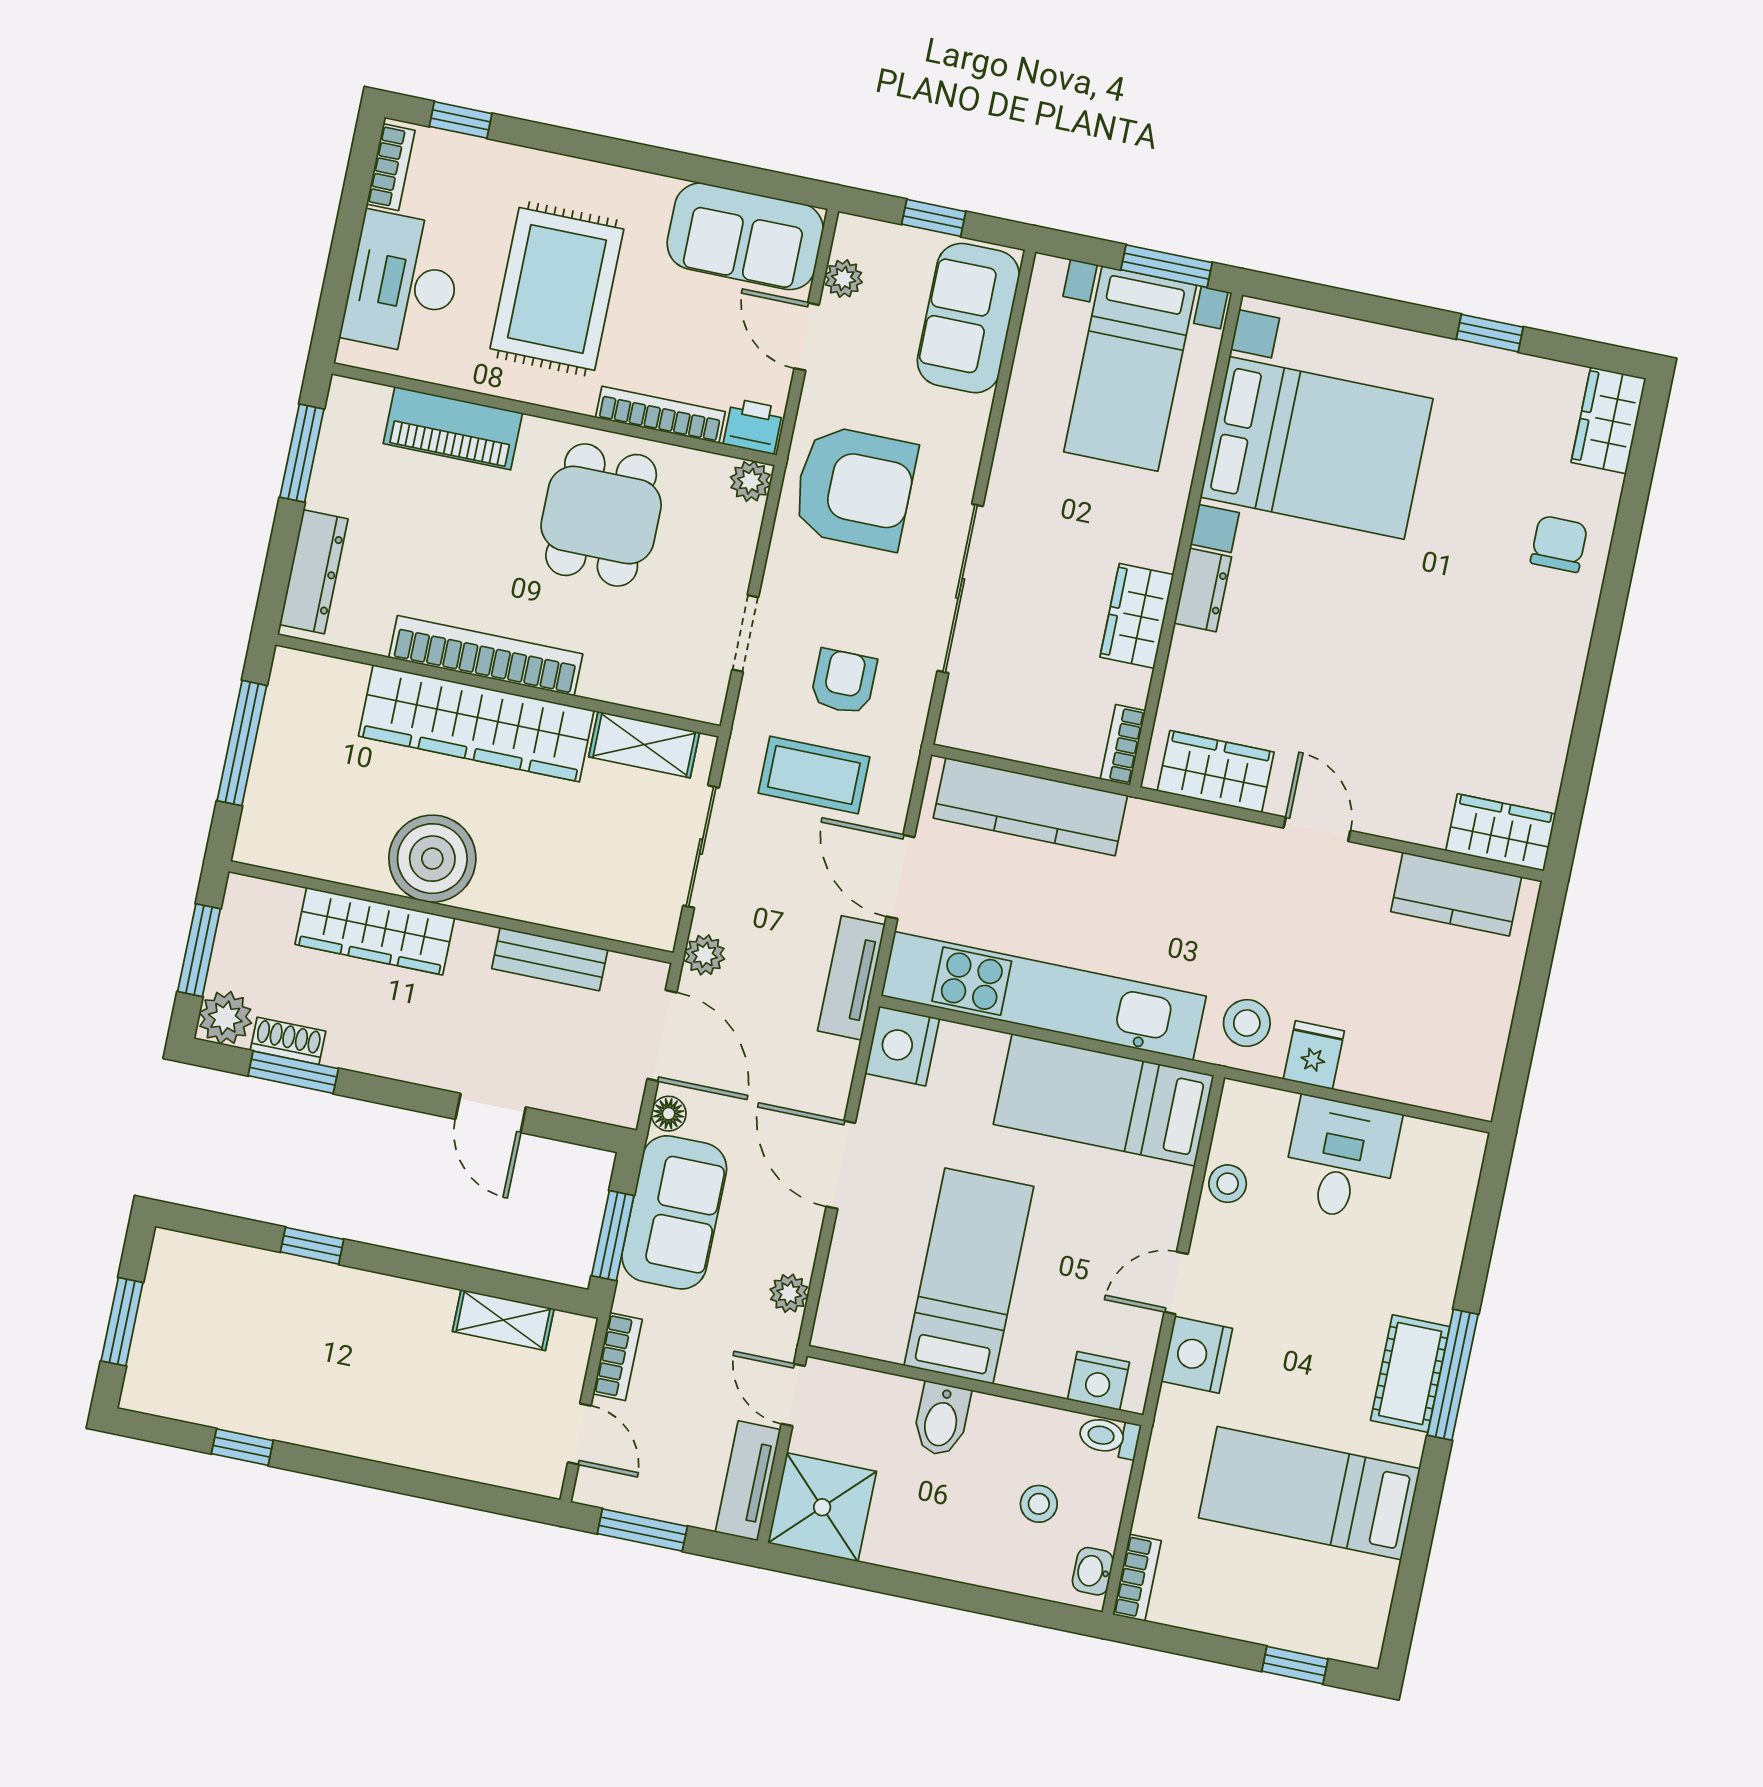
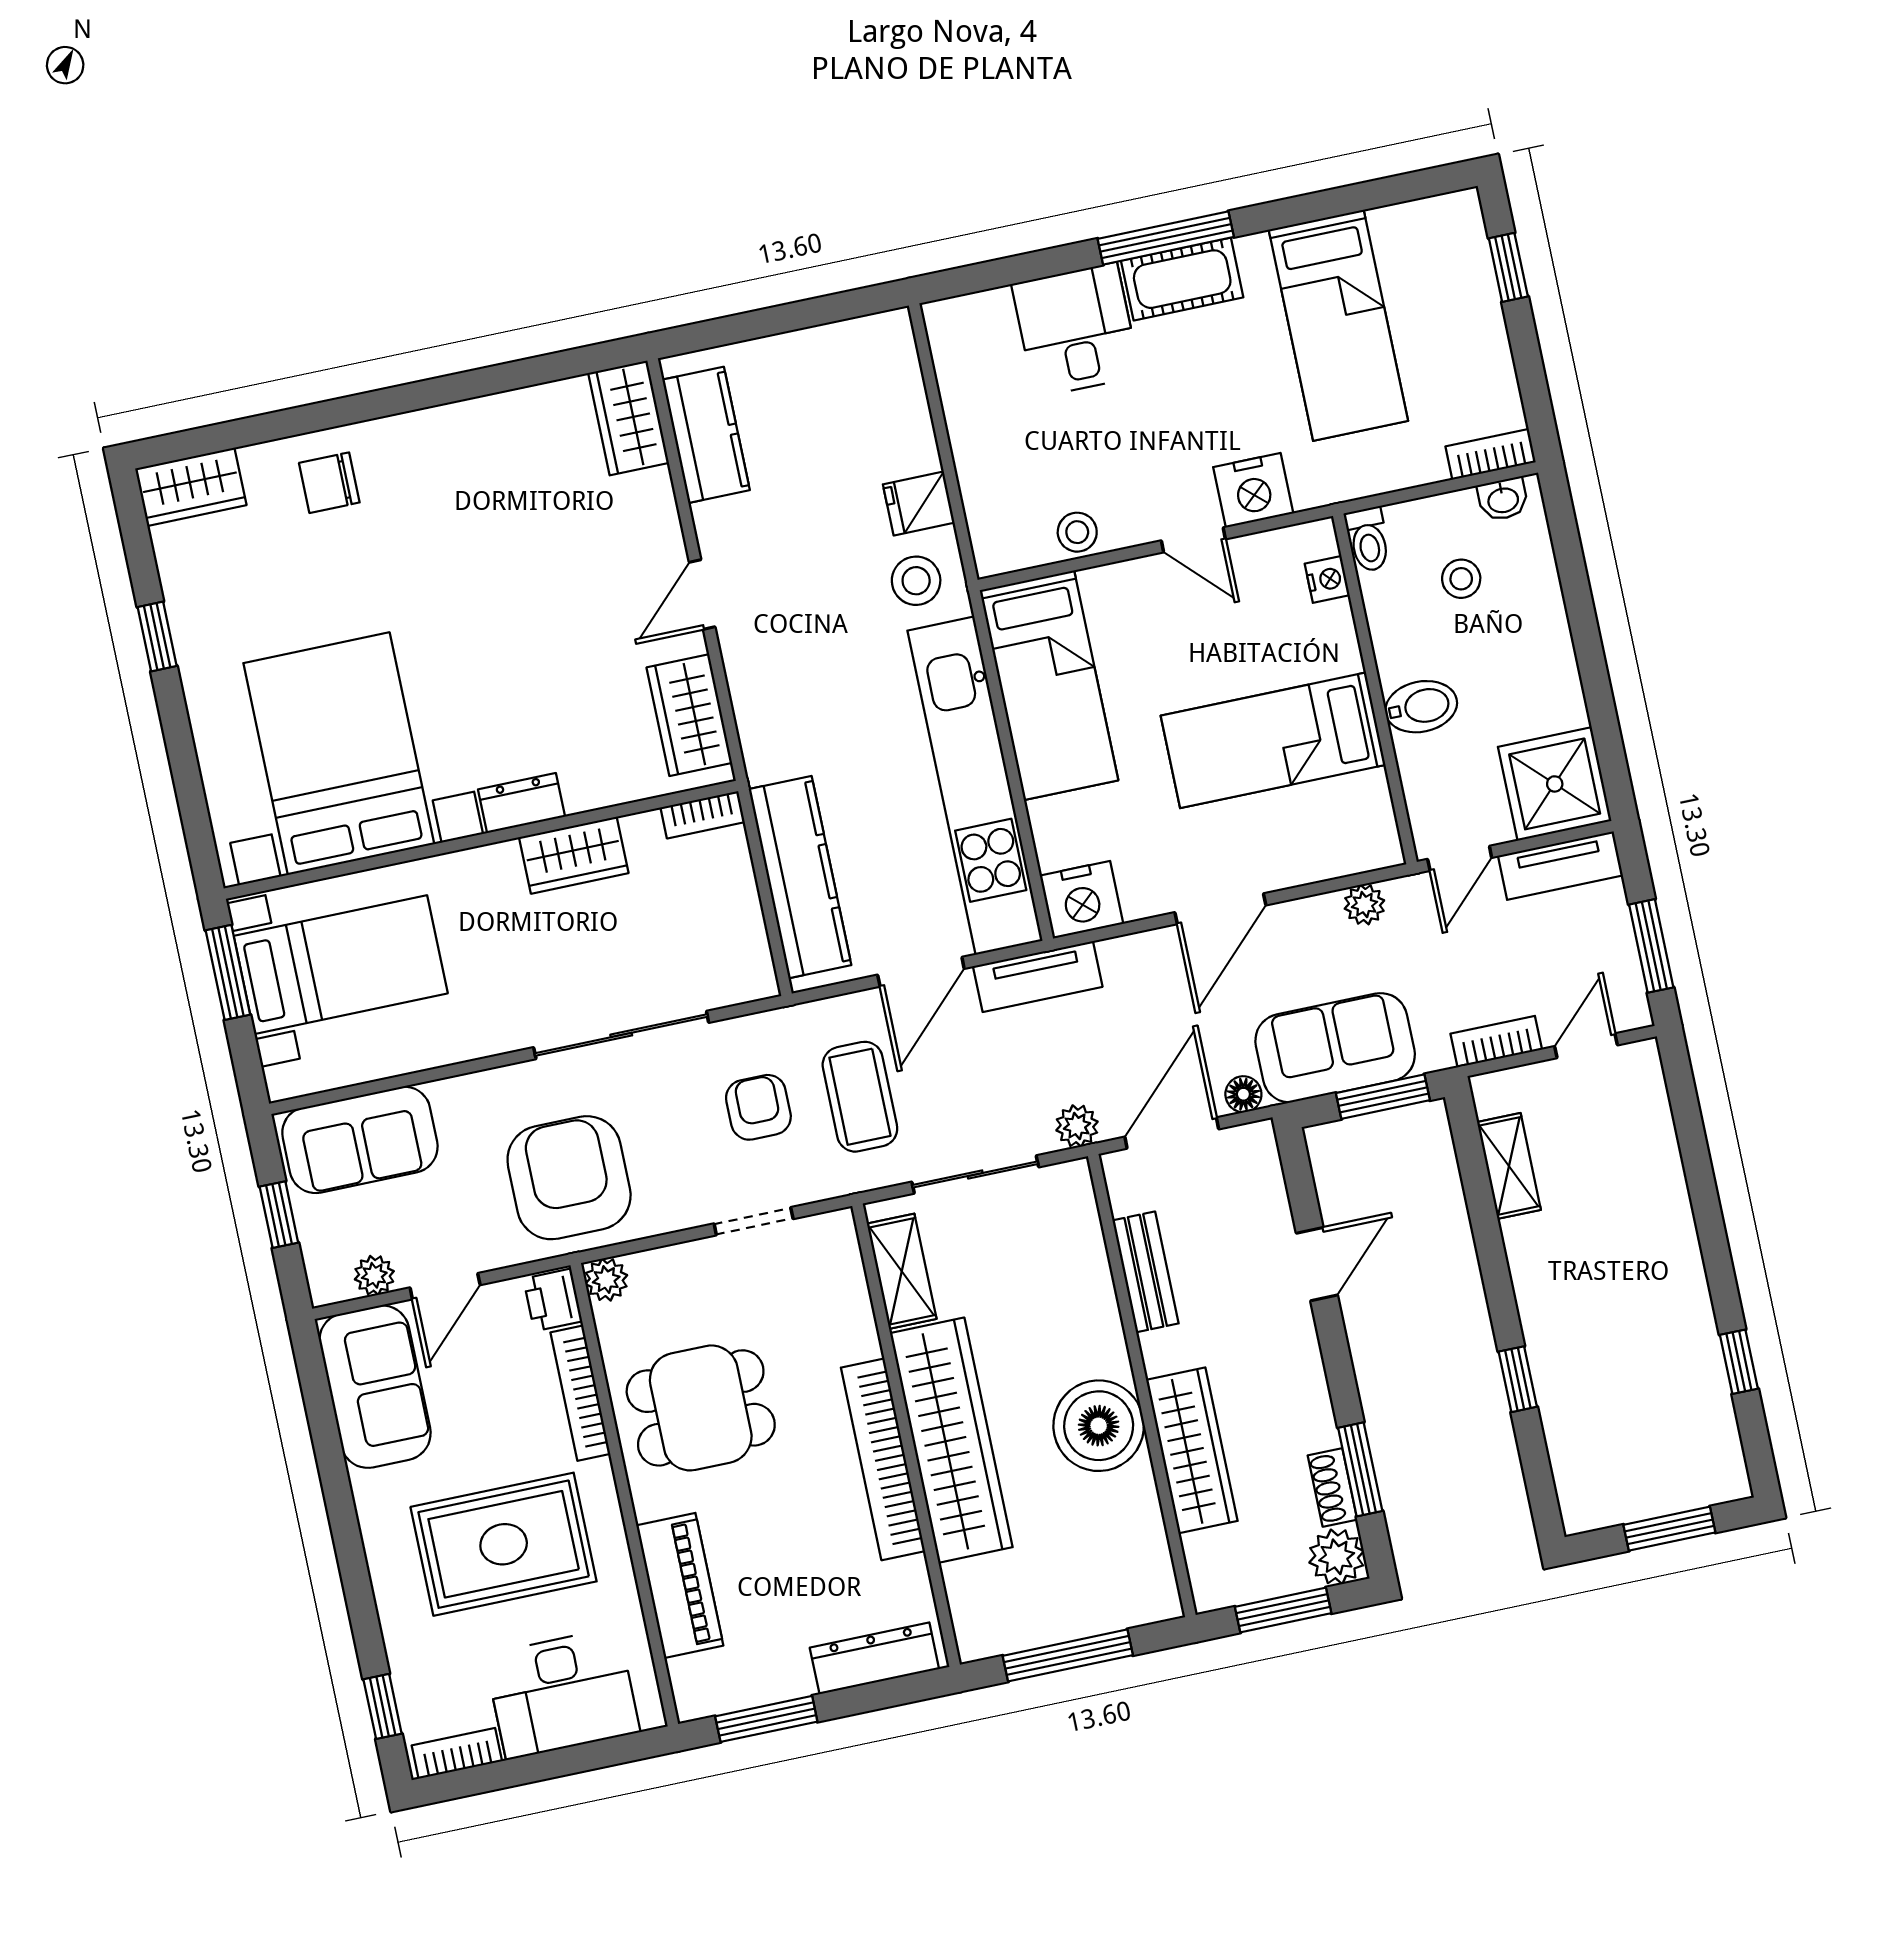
armchair: (844, 682) -> (758, 1107), turned 90
desk: (1341, 1159) -> (1076, 330), moved, turned 90
nightstand: (1098, 1381) -> (1327, 579), width x0.72, depth x0.74

